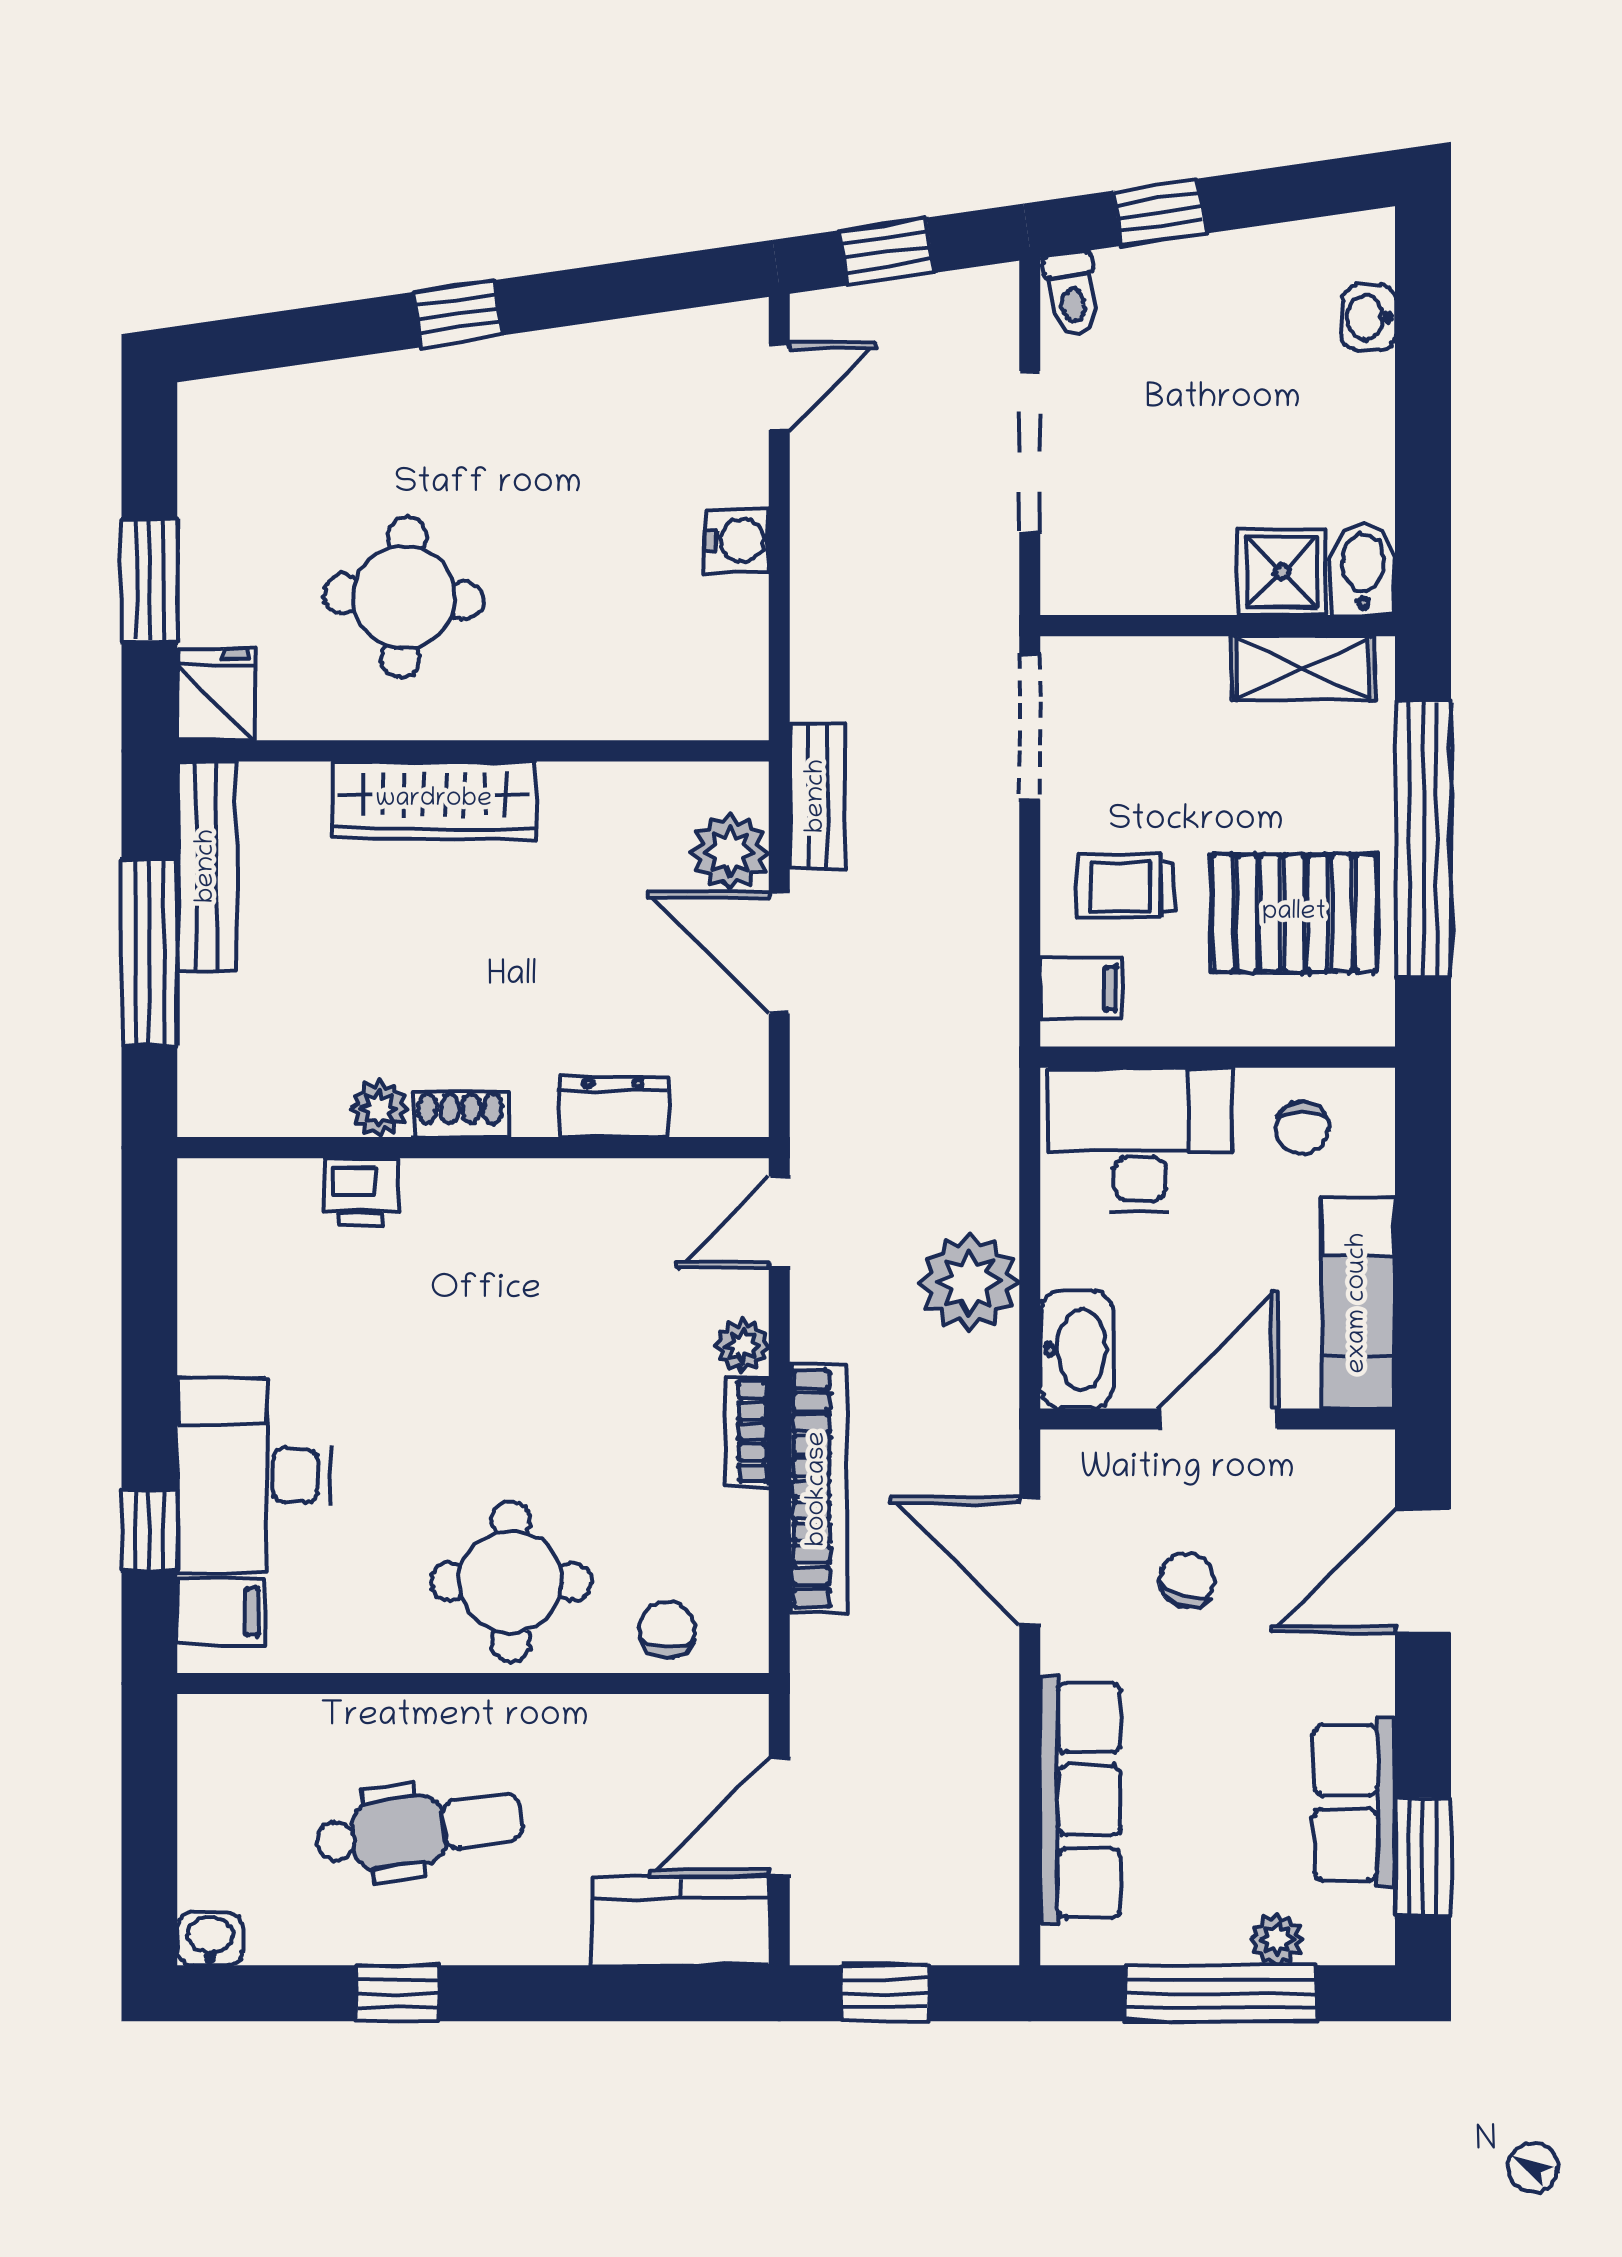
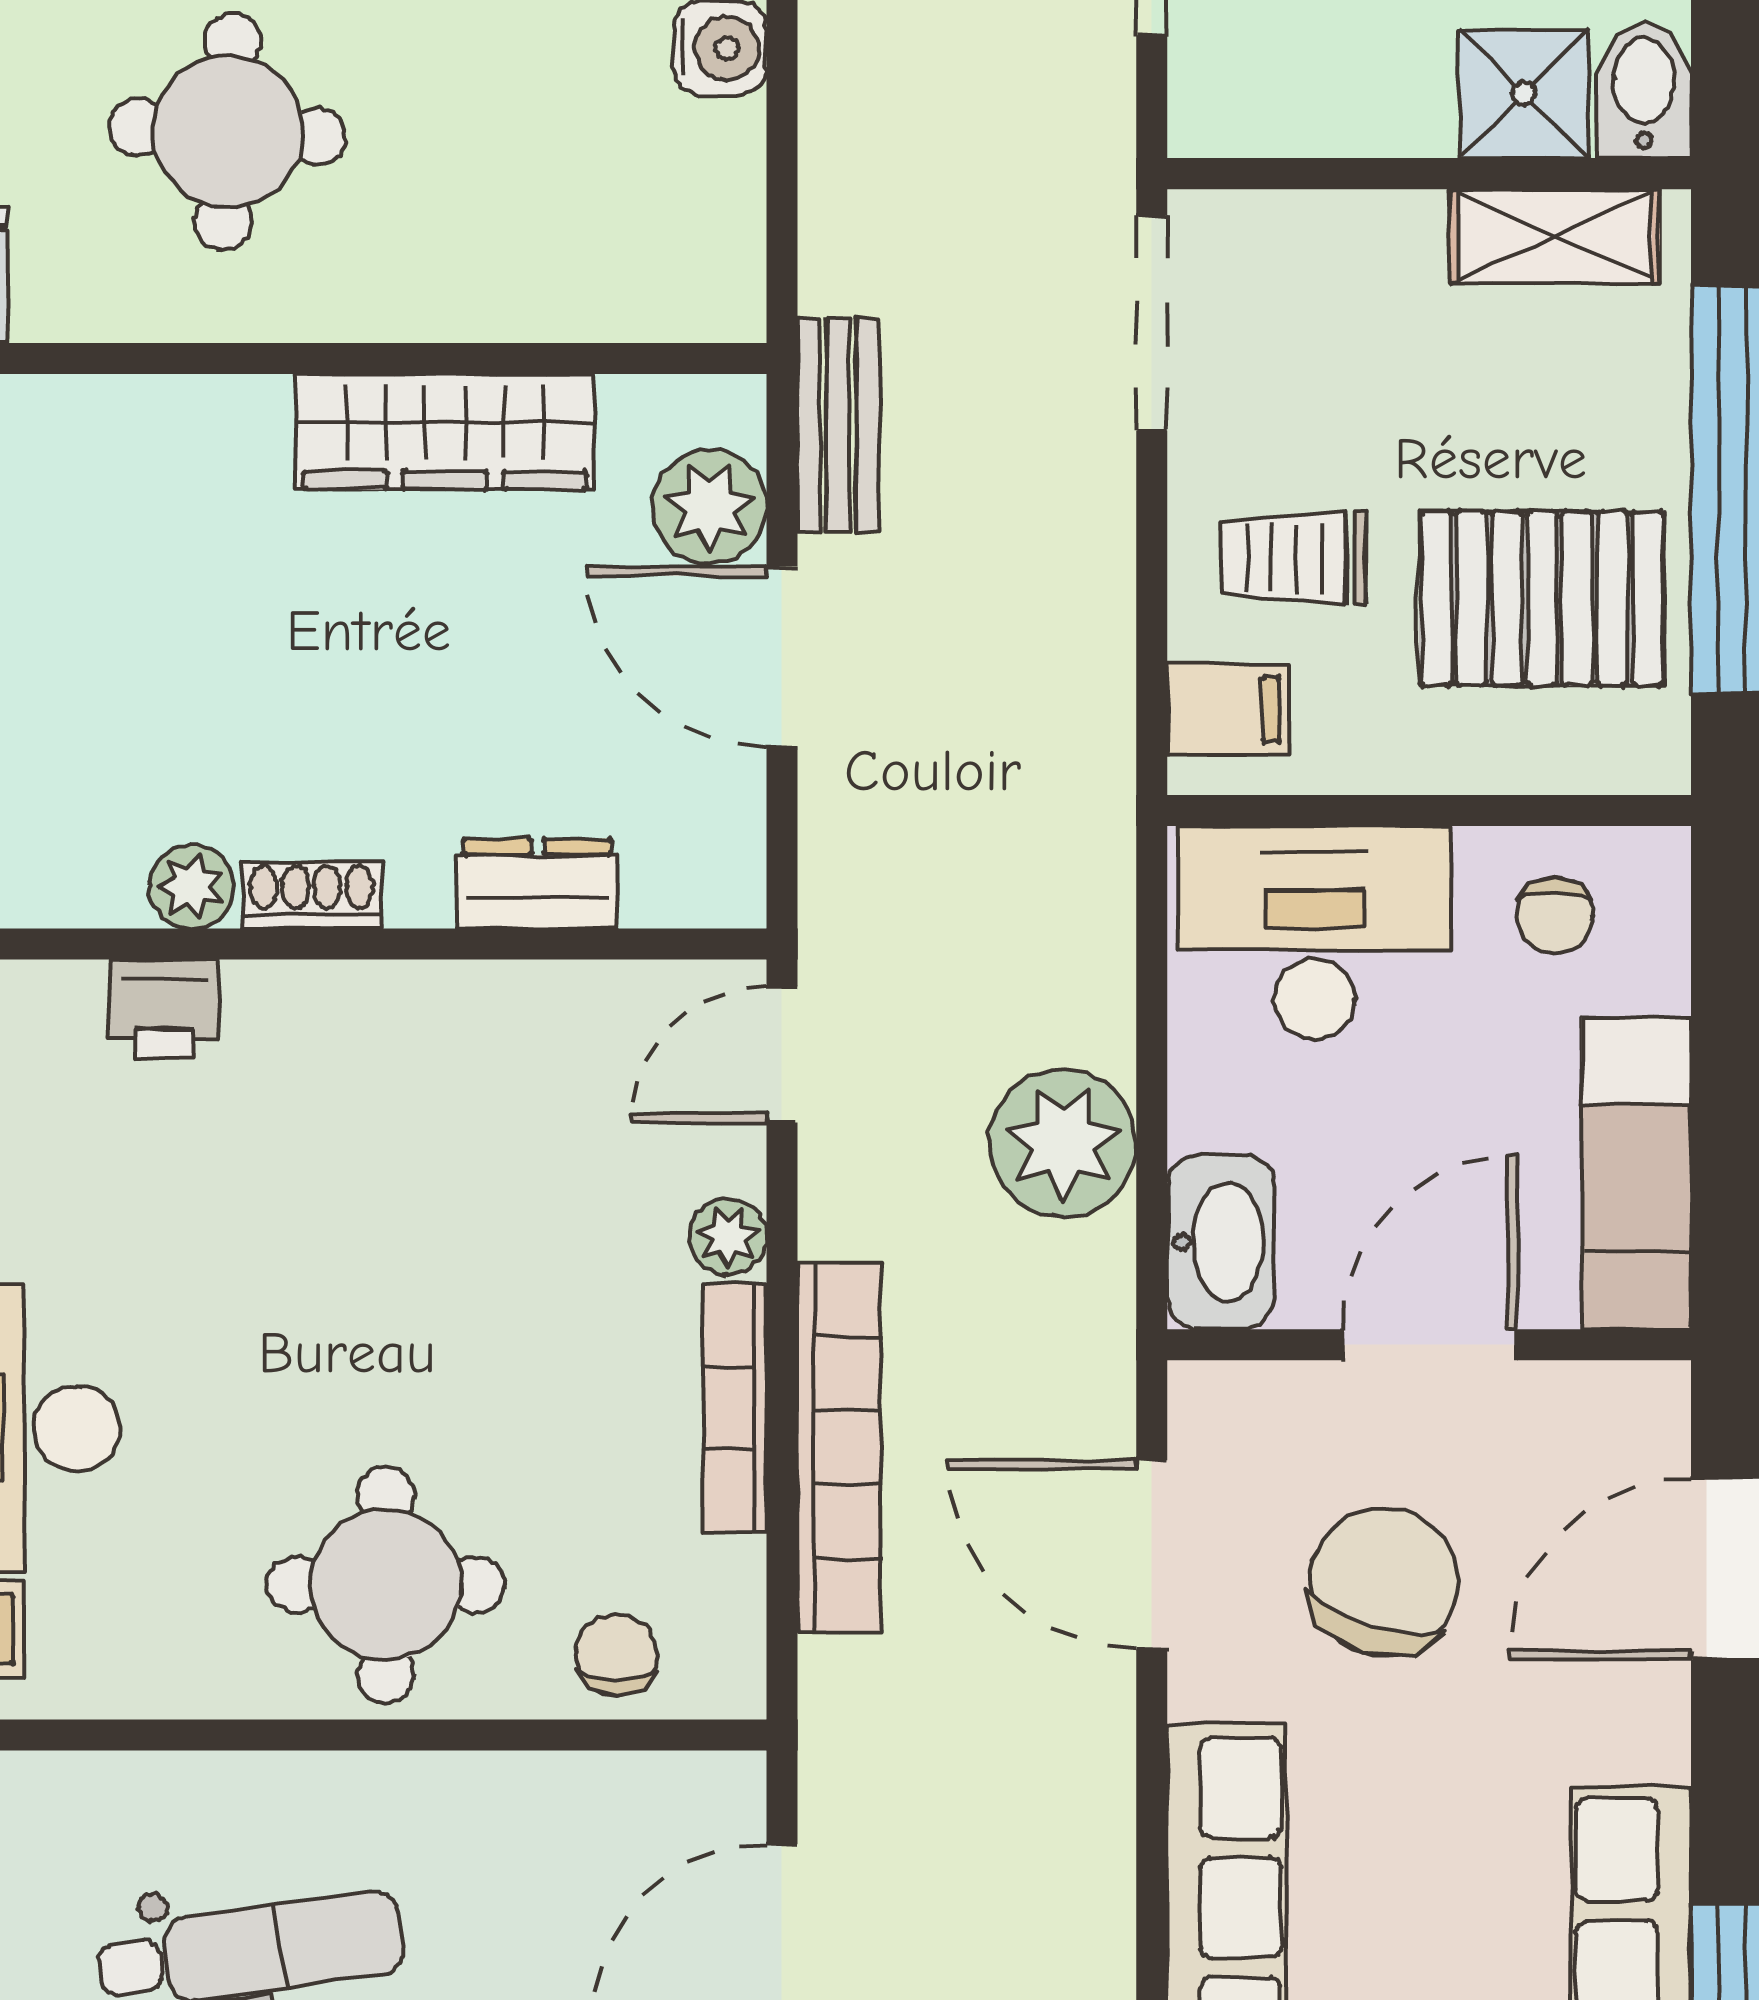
wardrobe: (434, 800) -> (445, 432), moved
bookcase: (747, 1431) -> (735, 1408), width x1.56
chair: (1187, 1580) -> (1384, 1582), width x1.87, depth x1.87

